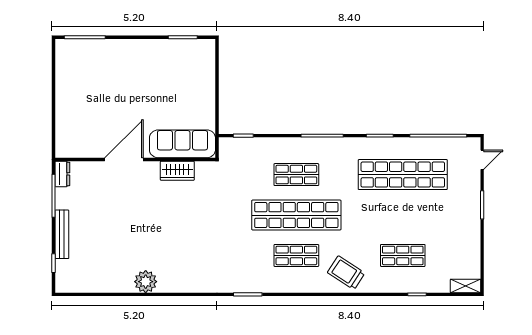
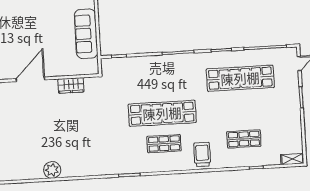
sofa: (182, 144) -> (86, 34), moved, turned -90
shop shelf: (296, 175) -> (160, 83), removed
trolley: (346, 273) -> (202, 154), turned 57

